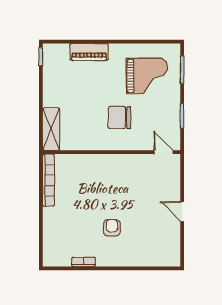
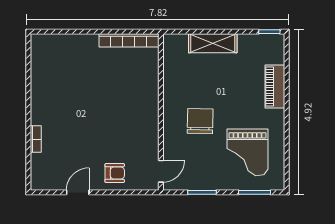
shelving: (51, 129) -> (213, 43), moved
door: (182, 212) -> (78, 192), moved
armchair: (112, 228) -> (115, 173), moved
bookcase: (84, 262) -> (36, 139), moved

